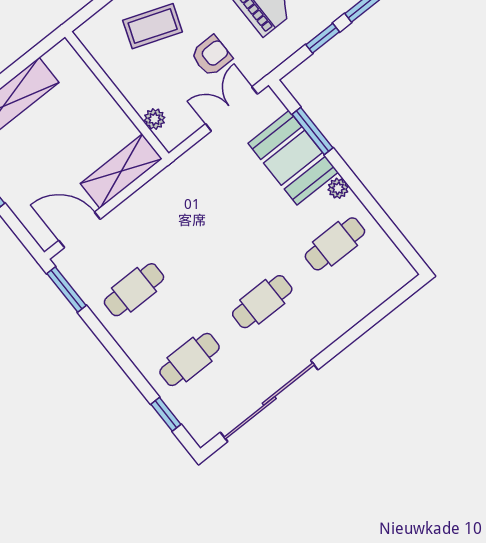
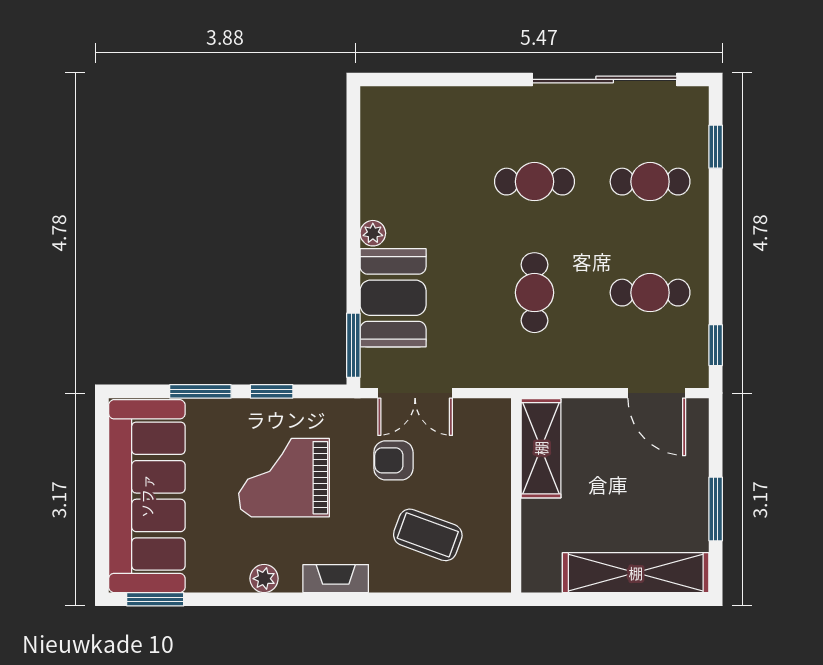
plant: (154, 119) -> (498, 443), removed
window: (312, 131) -> (353, 345), moved
shelving: (121, 171) -> (541, 448), moved, turned 90
cafe table: (335, 244) -> (534, 293), moved, turned 90
window: (67, 289) -> (716, 345), width x0.67

